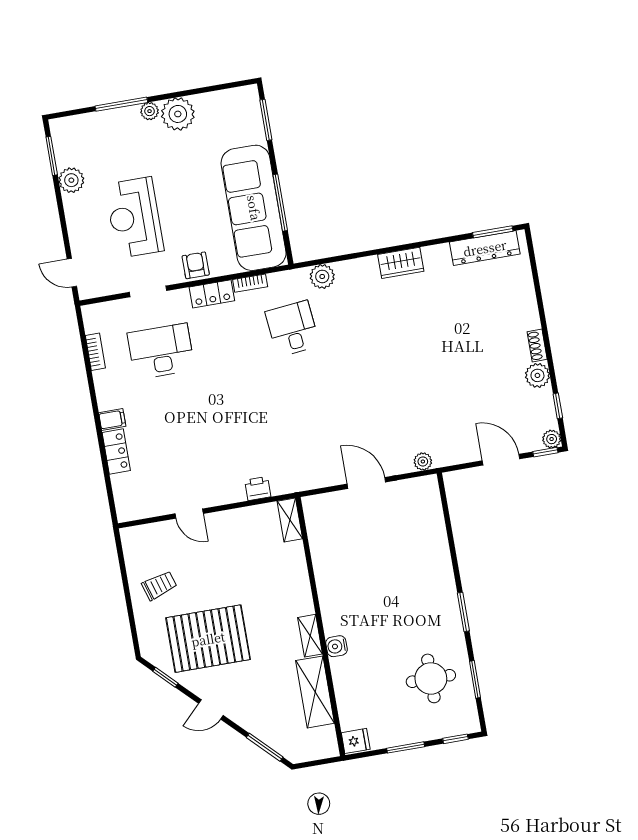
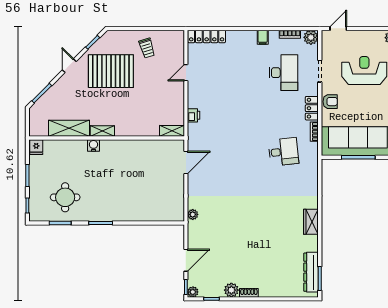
plant: (322, 276) -> (311, 37), moved
filing cabinet: (112, 419) -> (263, 37), moved
locker: (116, 451) -> (207, 36), moved, width x1.53
door: (366, 483) -> (186, 162), moved
pallet: (208, 639) -> (111, 71), turned 90

